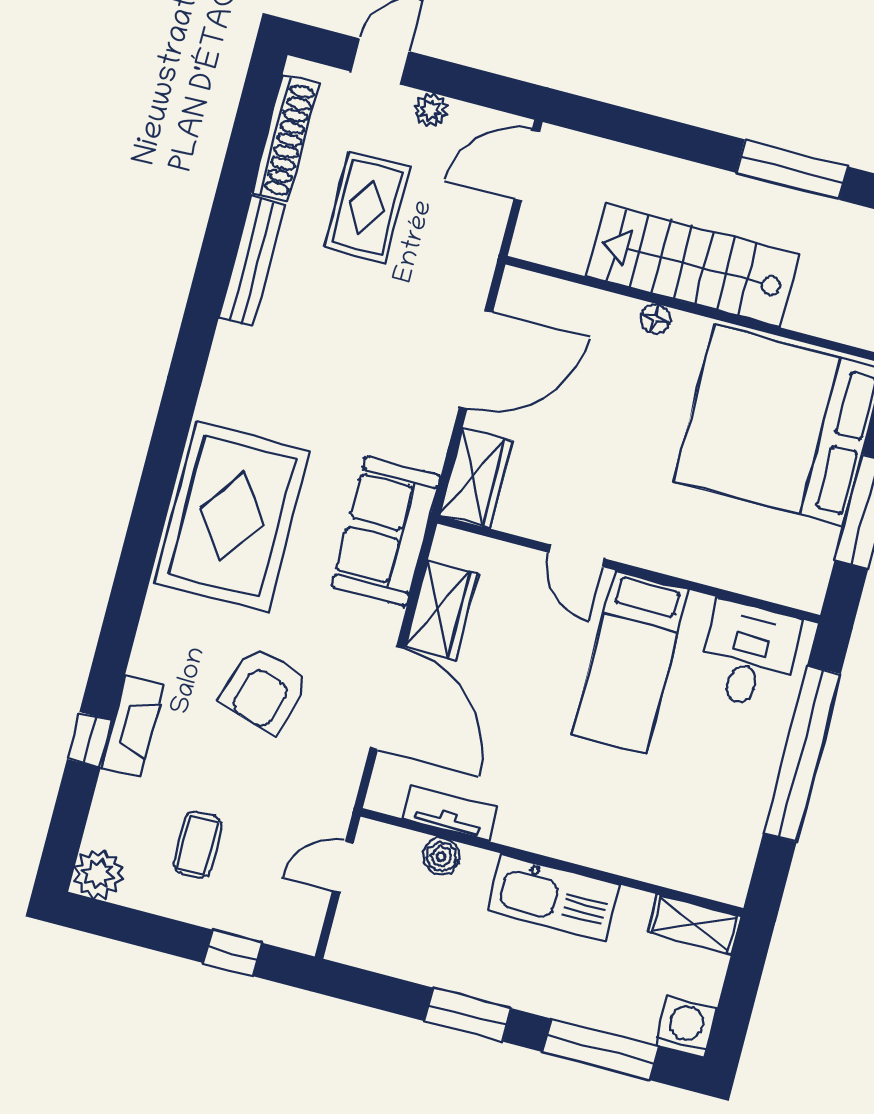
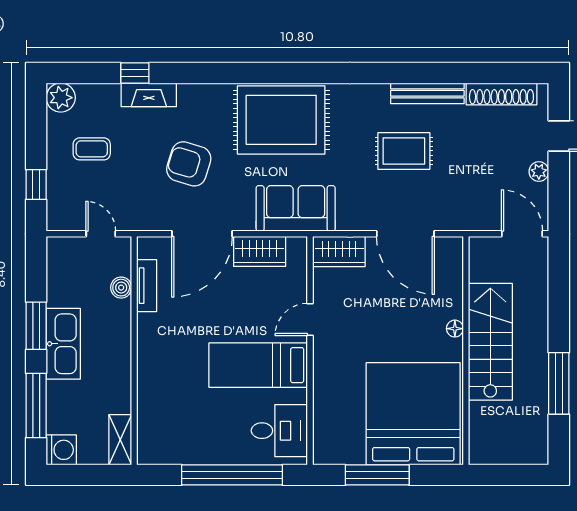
rug: (367, 207) -> (404, 151), moved
kitchen sink: (553, 897) -> (63, 344), moved, turned 180

